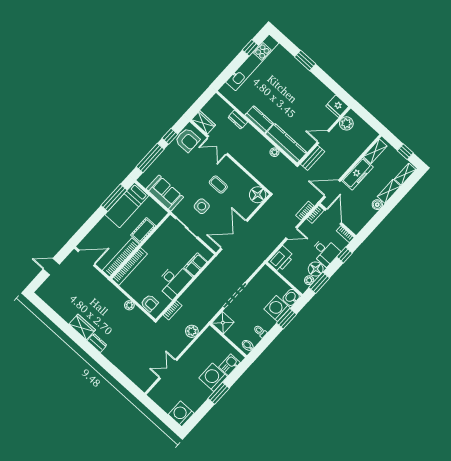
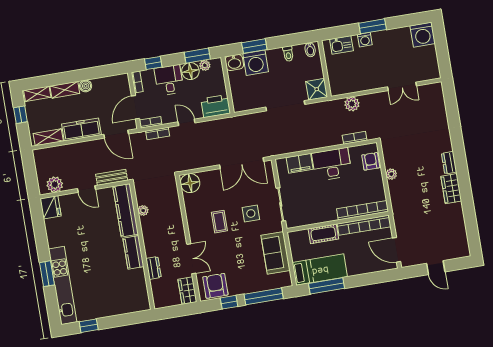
kitchen unit: (252, 63) -> (63, 285), moved, turned 90
washing machine: (213, 377) -> (365, 40), width x0.53, depth x0.53

